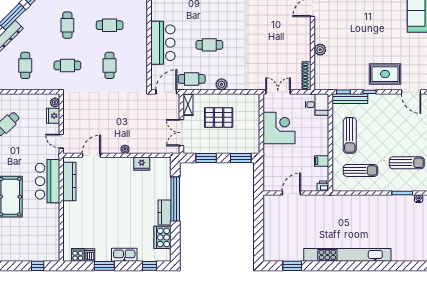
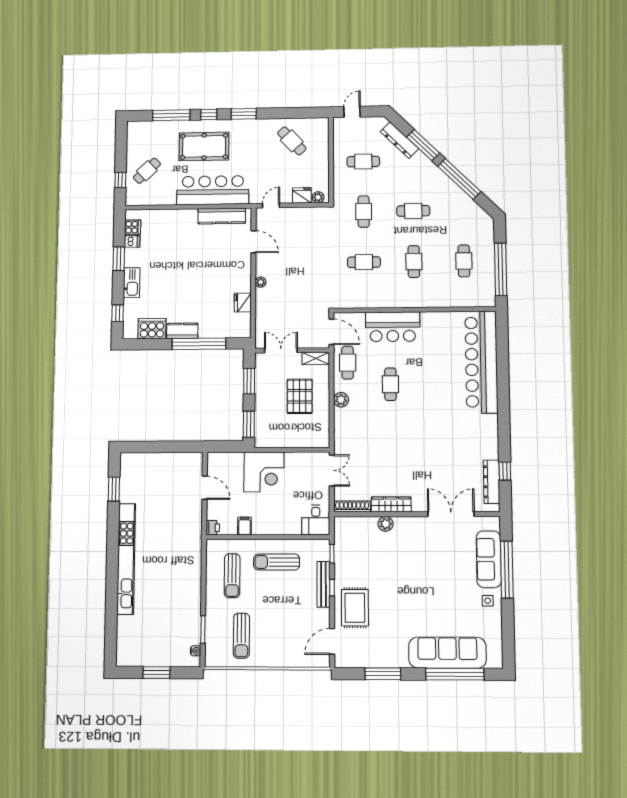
wardrobe: (305, 45) -> (391, 504), added
bench: (350, 99) -> (323, 584), moved
corner desk: (279, 128) -> (264, 472), moved
bar counter: (48, 181) -> (213, 190), width x1.36
cafe table: (30, 244) -> (147, 171), added

